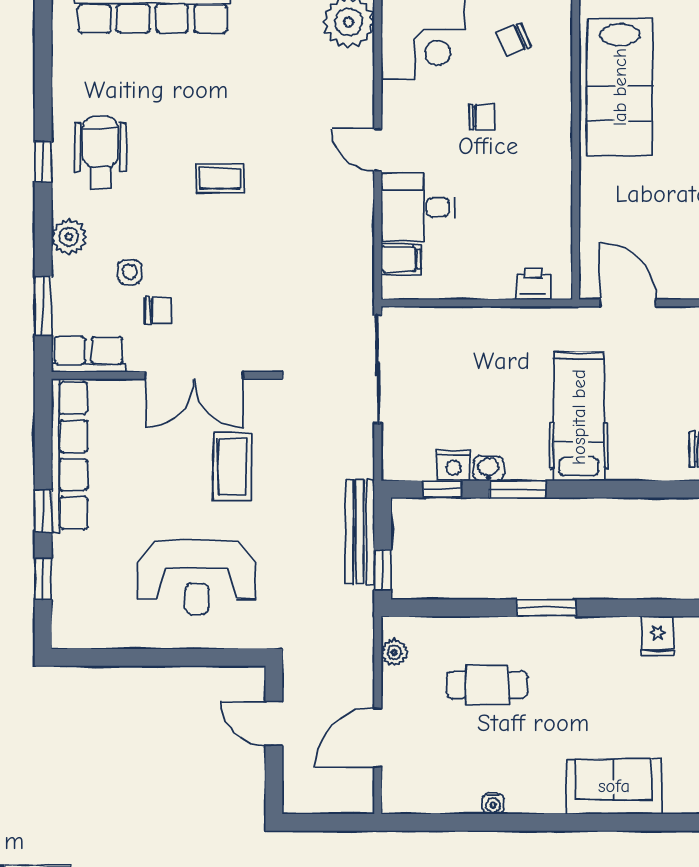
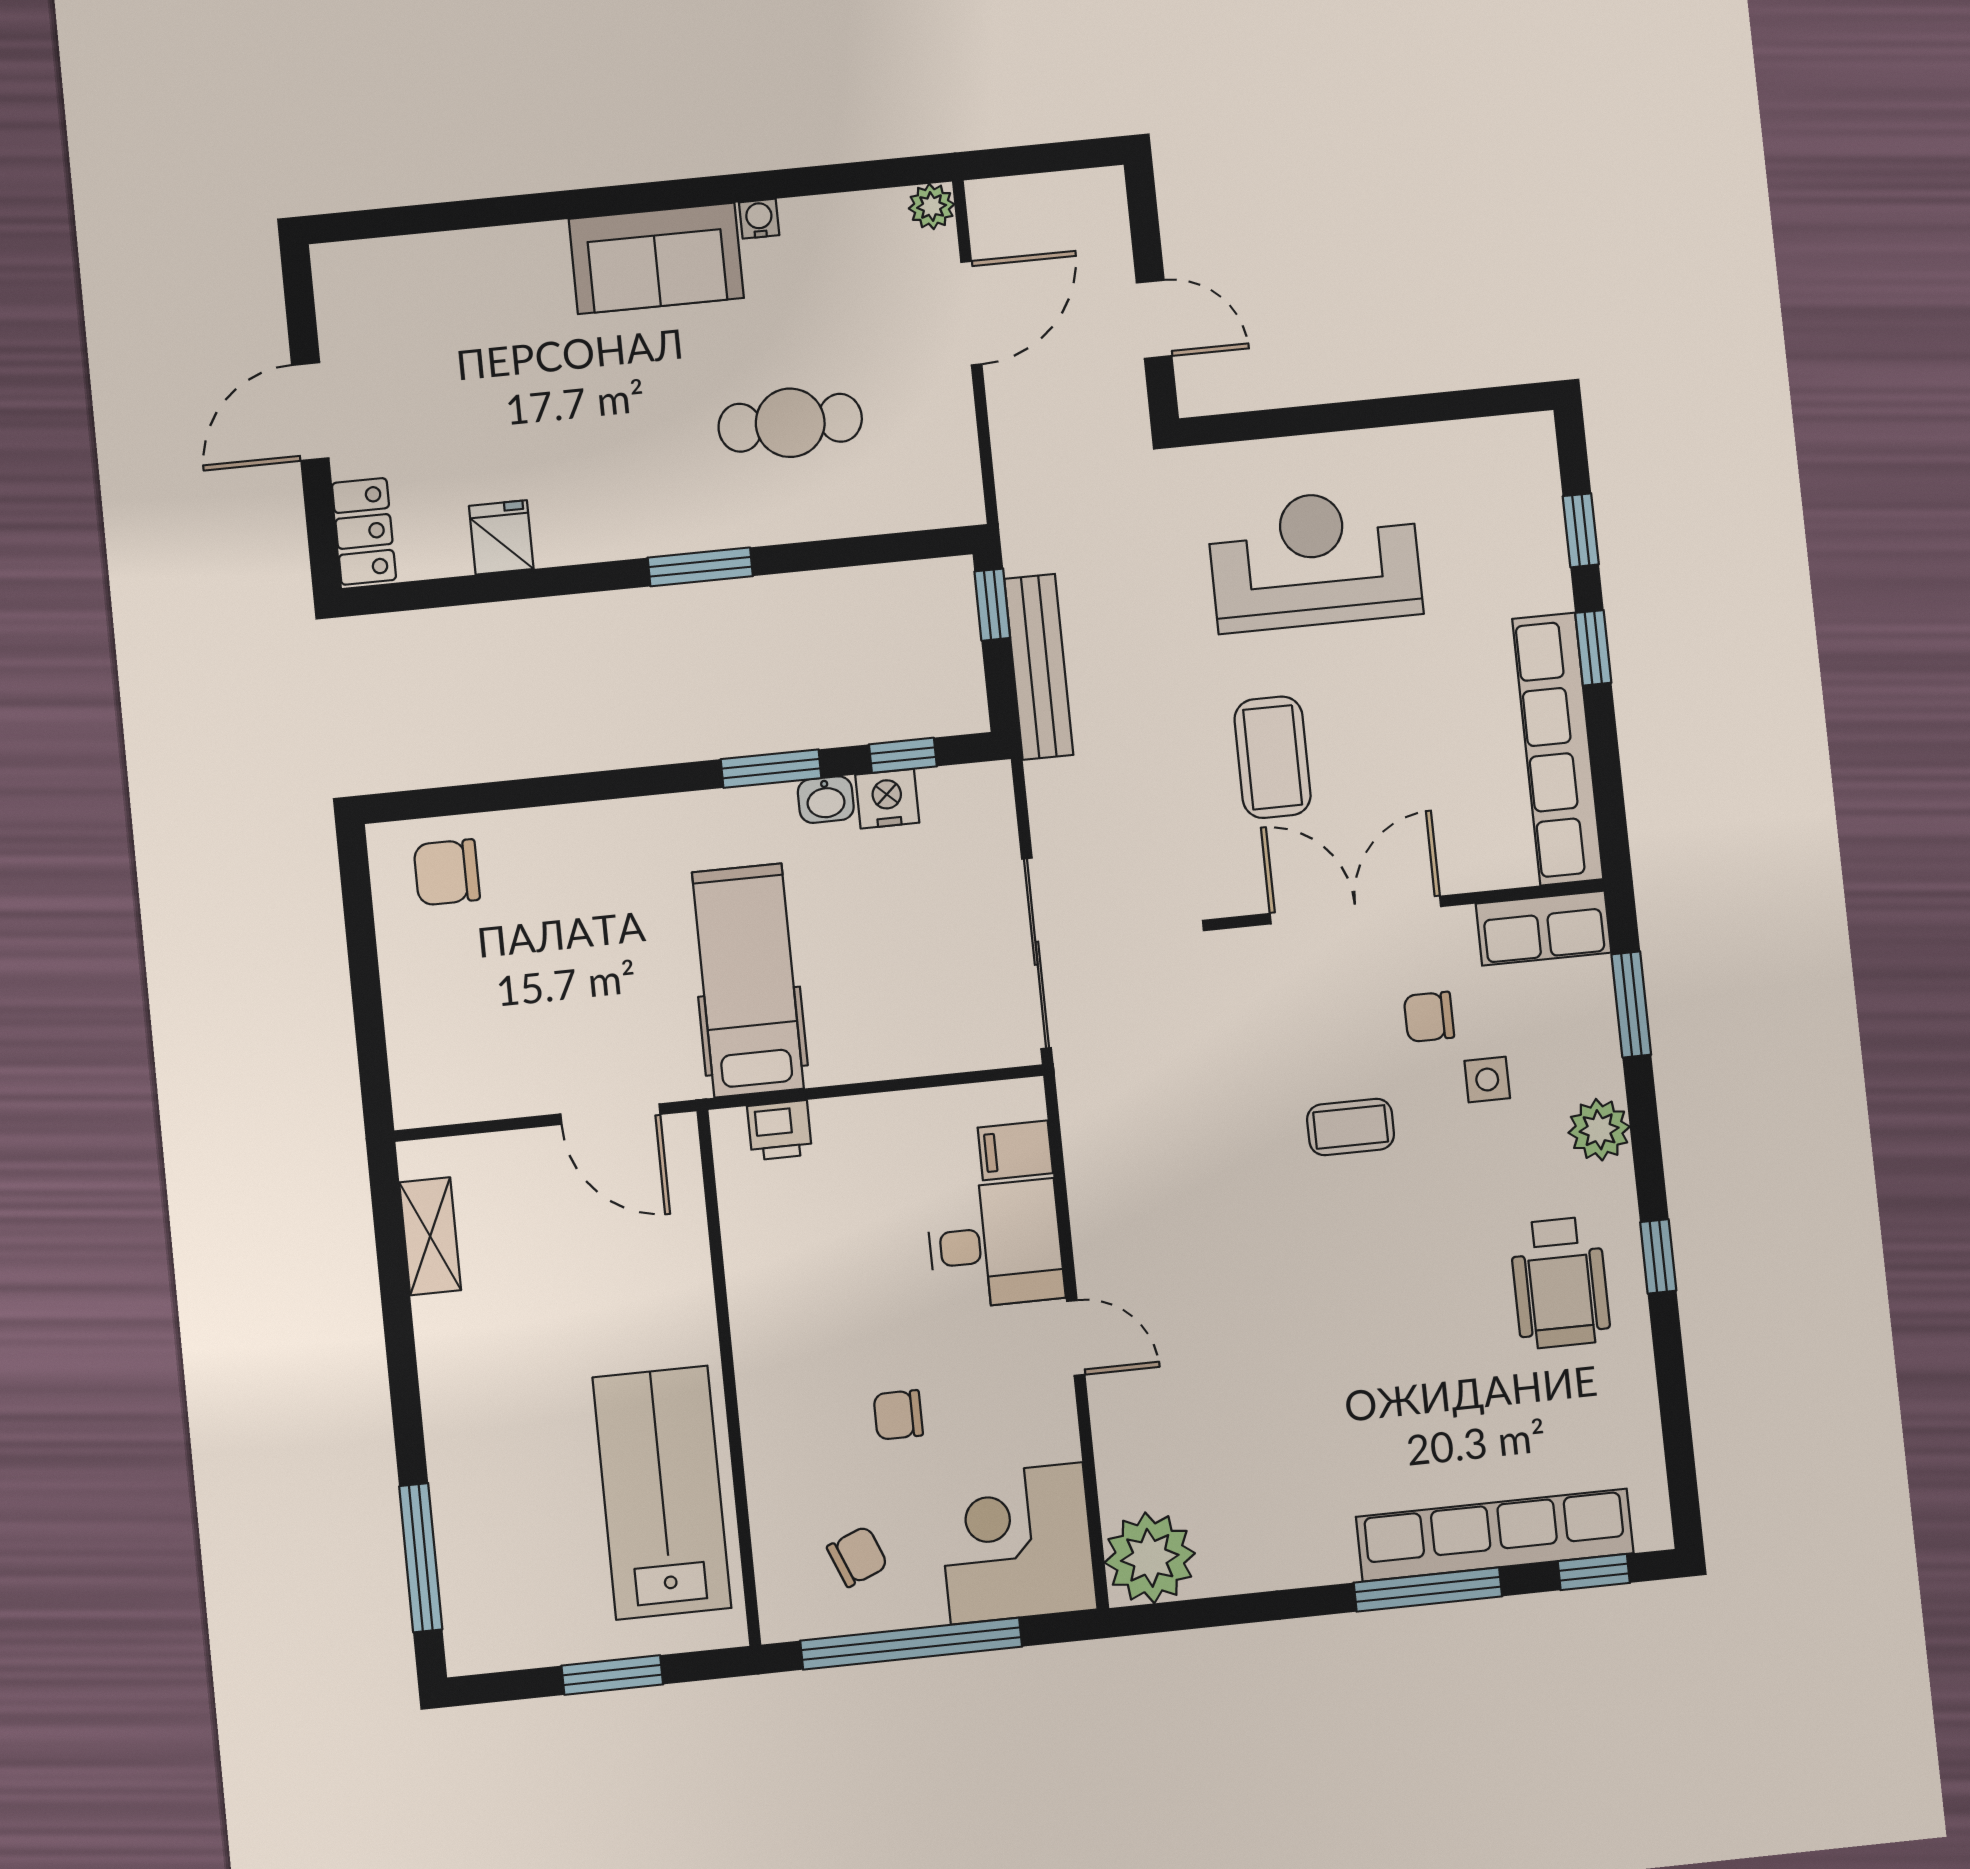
coffee table: (220, 178) -> (1351, 1127), moved
hospital bed: (579, 417) -> (748, 980), moved, turned 180
plant: (394, 652) -> (932, 206), moved
sofa: (614, 786) -> (656, 258), moved

